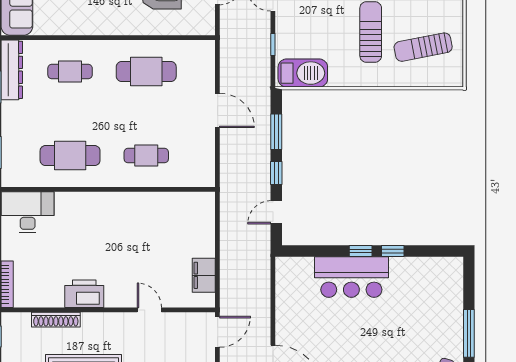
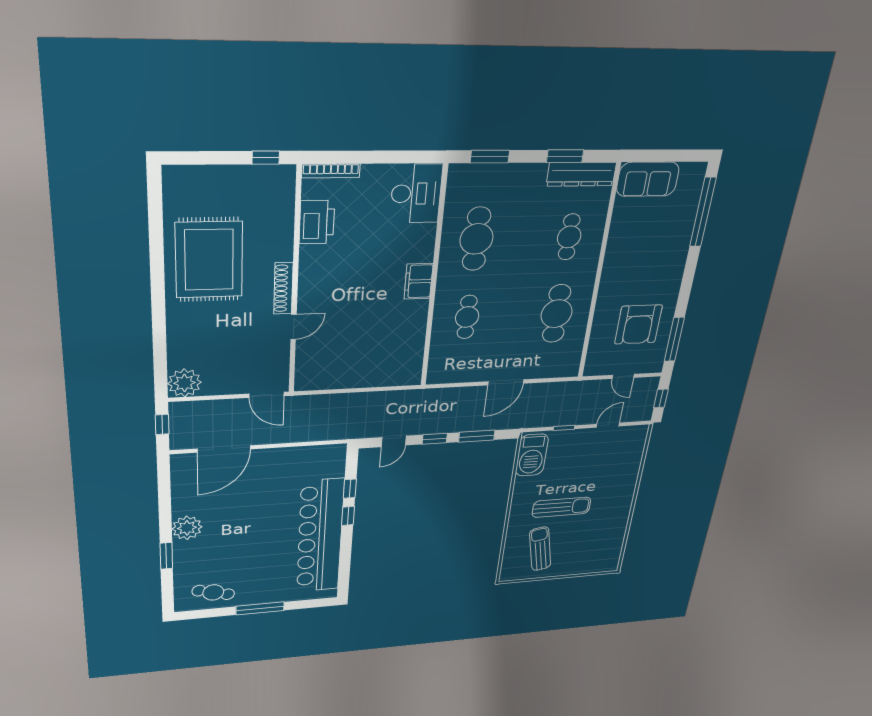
door: (276, 212) -> (394, 441), swing flipped
window: (393, 251) -> (350, 489), moved
filing cabinet: (204, 275) -> (419, 281), moved, turned -90
bar counter: (351, 277) -> (320, 536), width x1.86
printer: (84, 294) -> (317, 222), moved
shoe rack: (56, 320) -> (283, 288), moved

